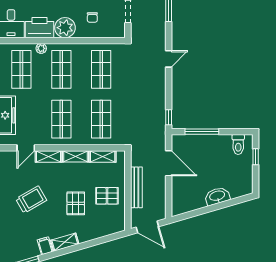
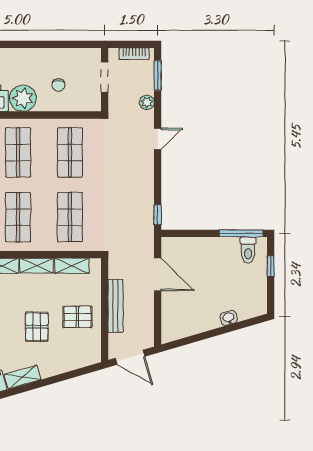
plant: (160, 31) -> (147, 102), added
window: (202, 132) -> (241, 233), moved
washbasin: (217, 196) -> (229, 318), width x0.52, depth x0.69

